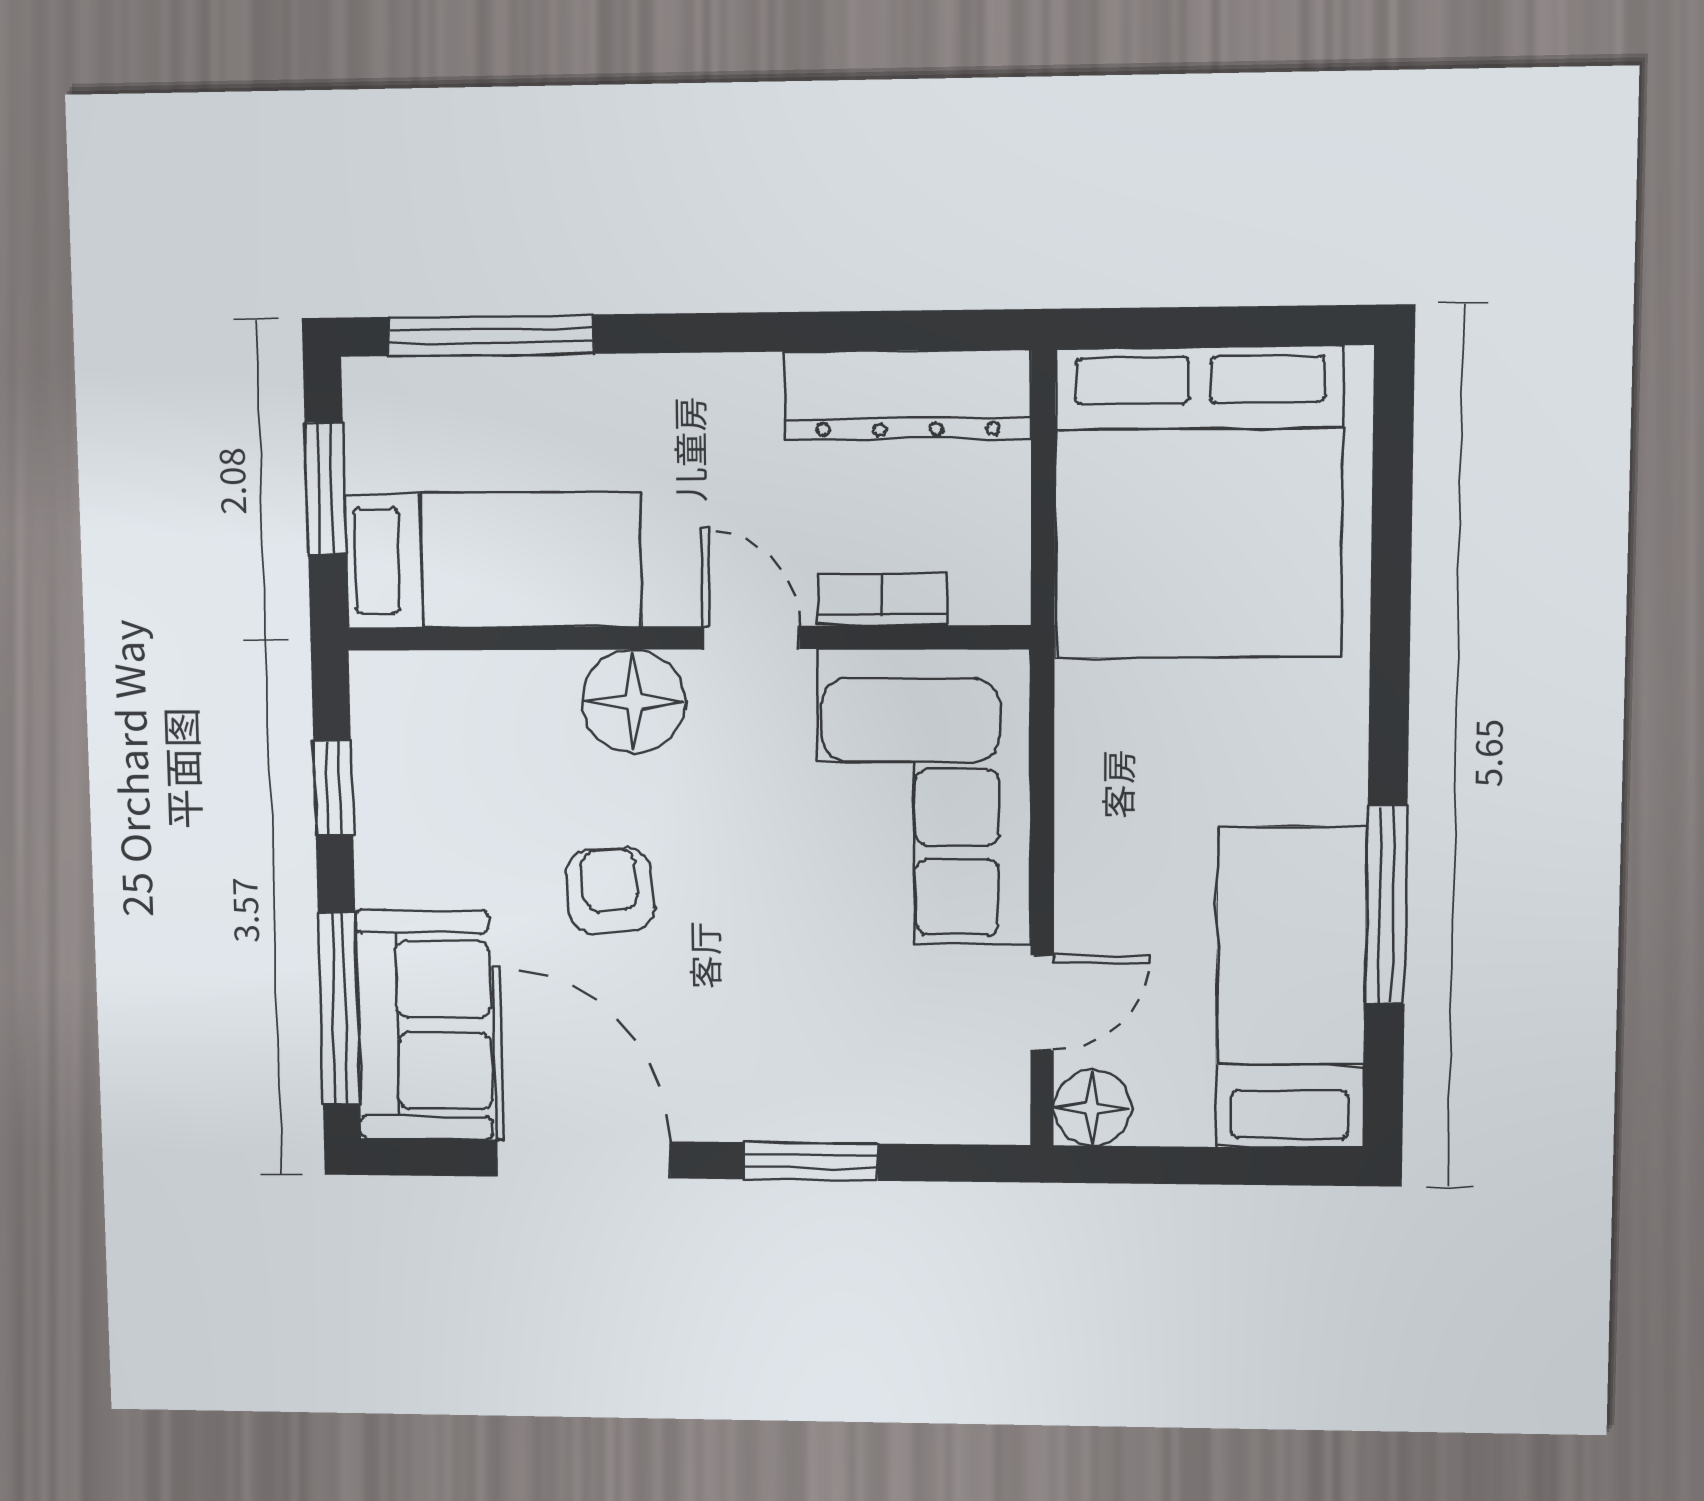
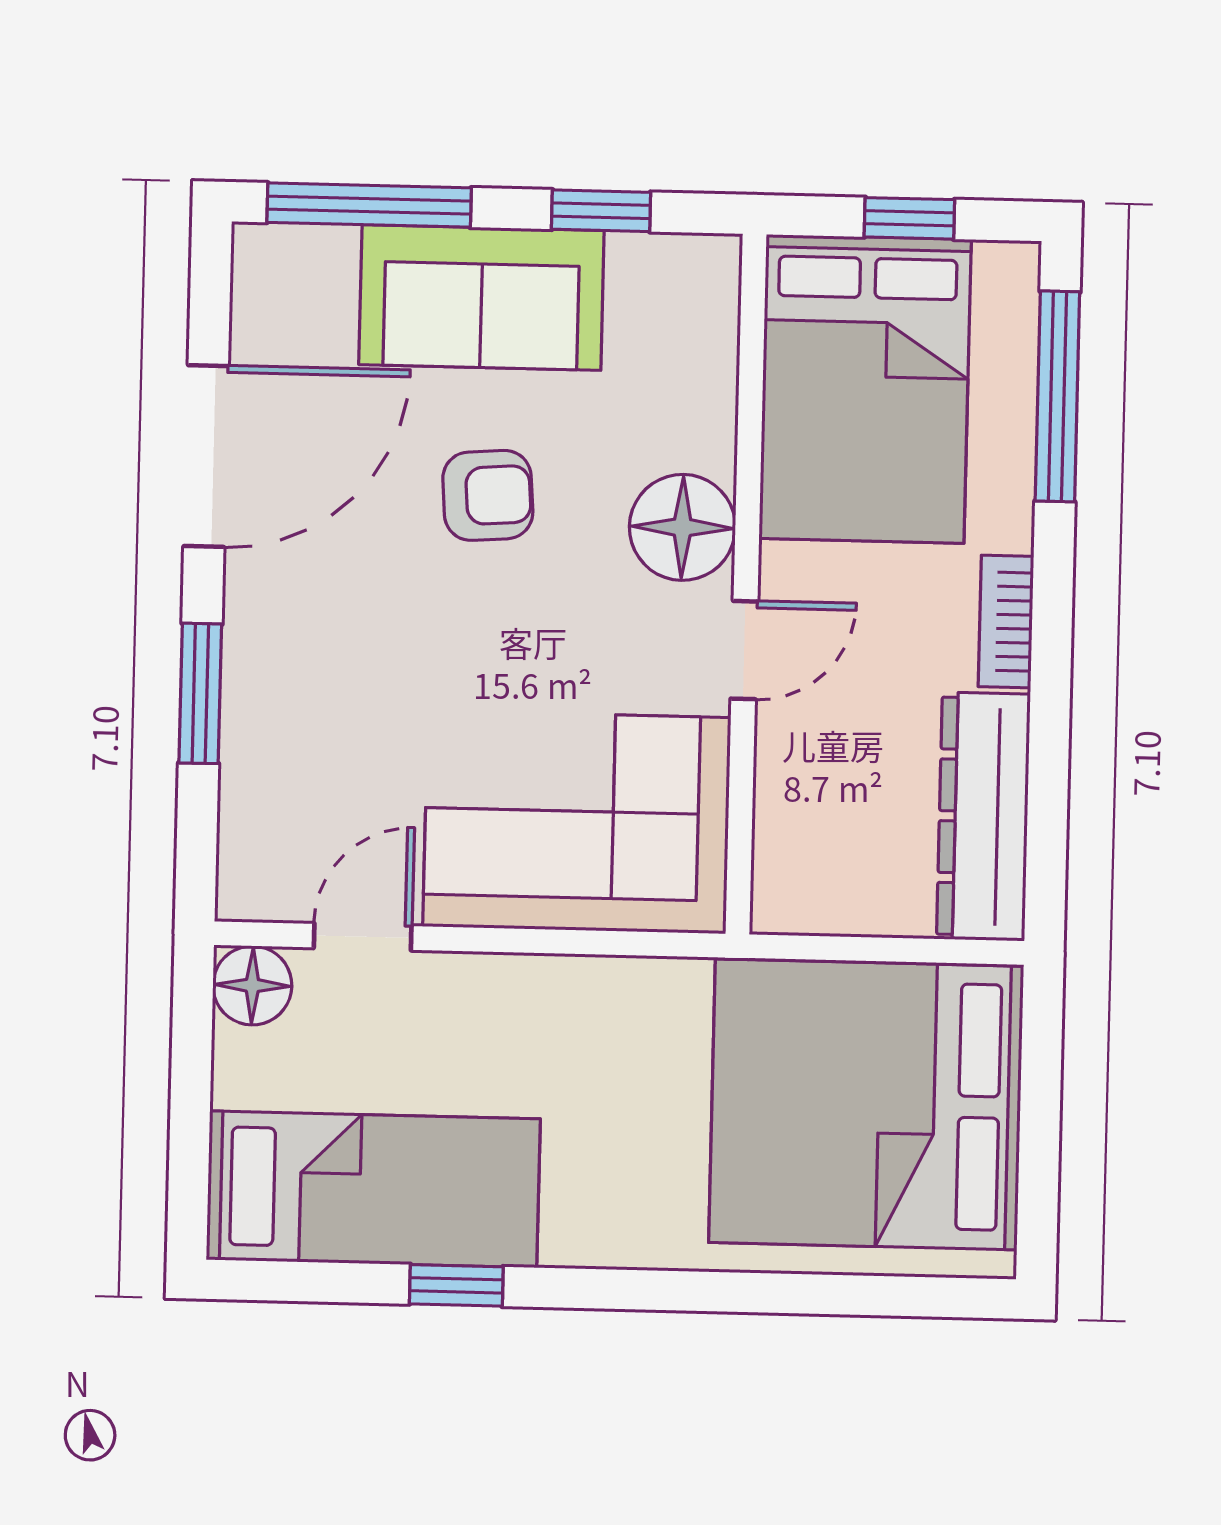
window: (325, 488) -> (909, 218), width x0.67
bed: (493, 560) -> (865, 389), width x1.50
bookcase: (882, 600) -> (1006, 622), moved, turned 180
window: (1386, 905) -> (456, 1285), width x0.46
door: (1042, 1003) -> (363, 937), swing flipped
sofa: (424, 1025) -> (481, 298), moved

